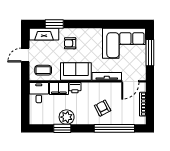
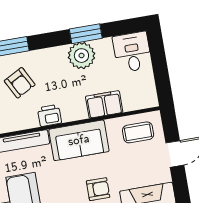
printer: (75, 88) -> (49, 115), moved
desk: (39, 93) -> (132, 52), moved, turned 180

